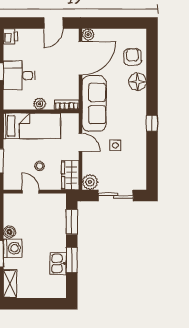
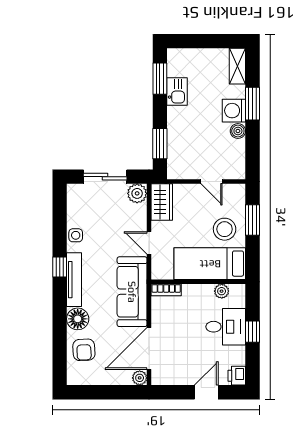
door: (53, 23) -> (206, 392), moved
plant: (40, 104) -> (222, 291), moved
tv unit: (140, 113) -> (74, 280), added
side table: (115, 145) -> (76, 235), moved
stool: (40, 166) -> (225, 229), moved, width x1.89, depth x1.89
window: (72, 260) -> (160, 79), moved

